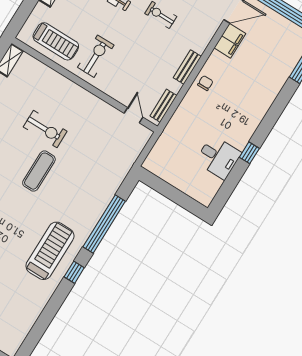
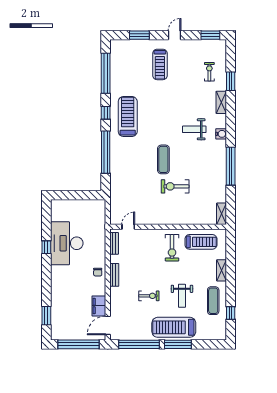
treadmill: (56, 41) -> (201, 242), turned 180
door: (134, 115) -> (128, 227), swing flipped
desk: (218, 157) -> (67, 243), width x1.87, depth x1.30
treadmill: (50, 251) -> (128, 116), turned 180
window: (44, 321) -> (106, 73), added

